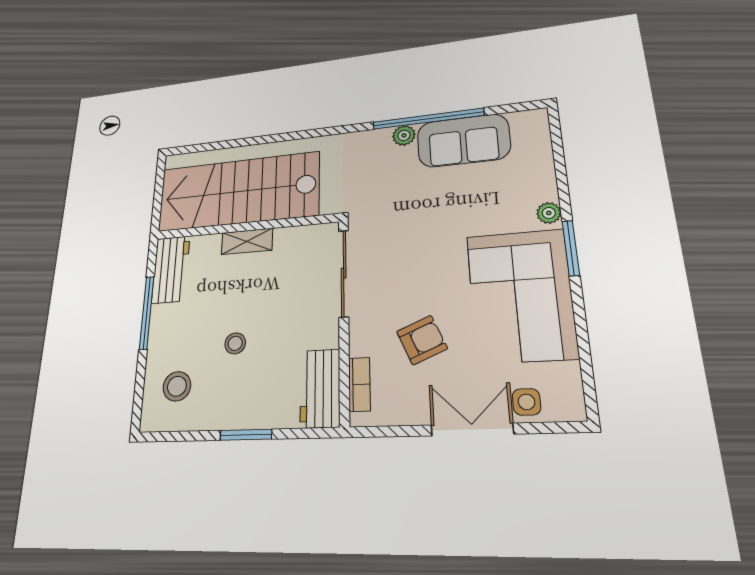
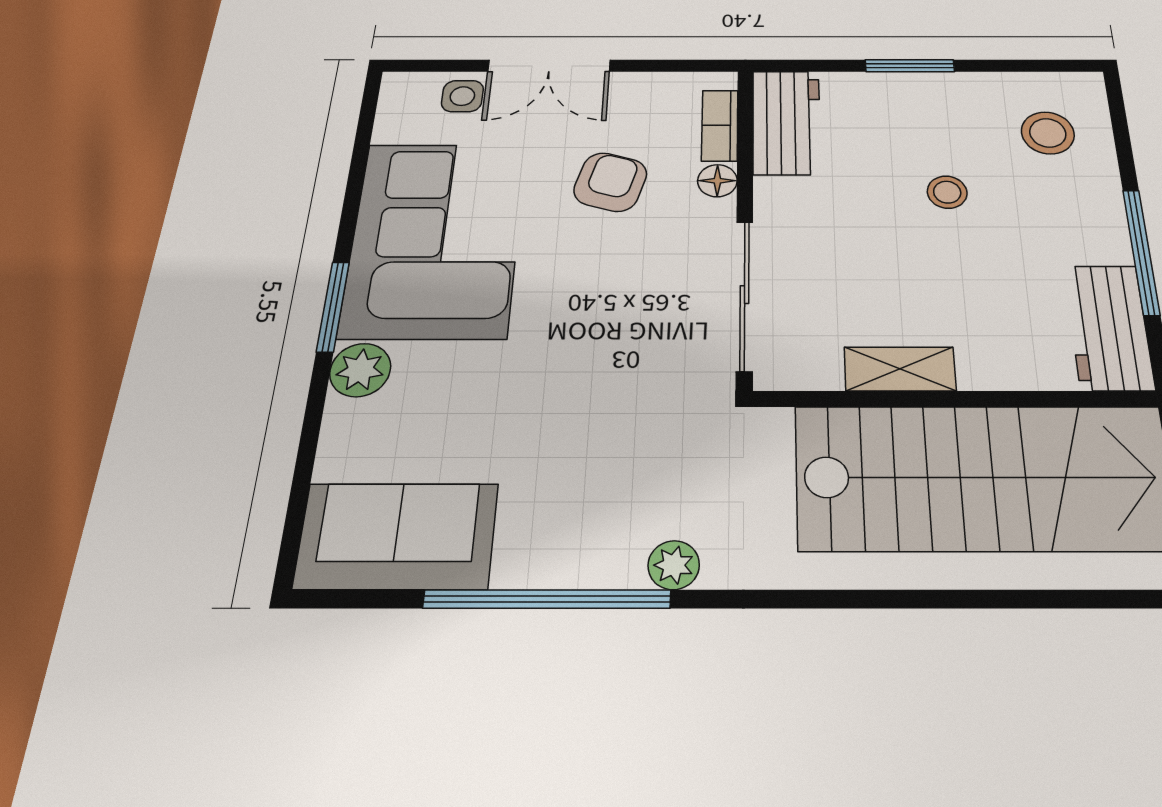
plant: (404, 135) -> (674, 565), moved
sofa: (463, 141) -> (397, 536), moved
plant: (549, 213) -> (360, 370), width x1.38, depth x1.38
shelving: (247, 241) -> (900, 369), moved
armchair: (422, 340) -> (610, 182), turned 129
floor lamp: (360, 344) -> (717, 181), added

